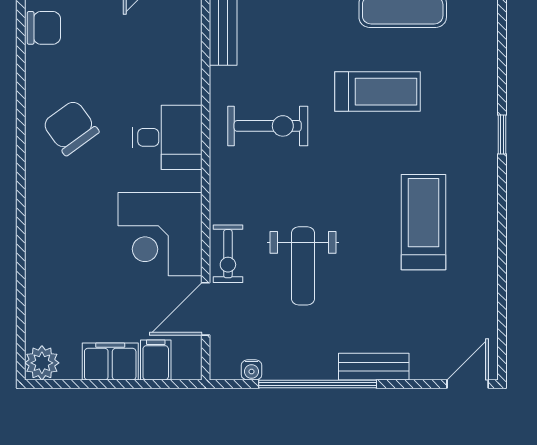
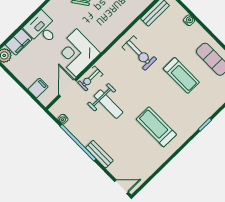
desk: (167, 137) -> (42, 29), moved, turned 180
treadmill: (424, 222) -> (156, 127), turned -90
weight bench: (303, 266) -> (108, 104), turned -90
door: (206, 309) -> (68, 88), hinge flipped
filing cabinet: (110, 362) -> (19, 42), moved, turned 90

